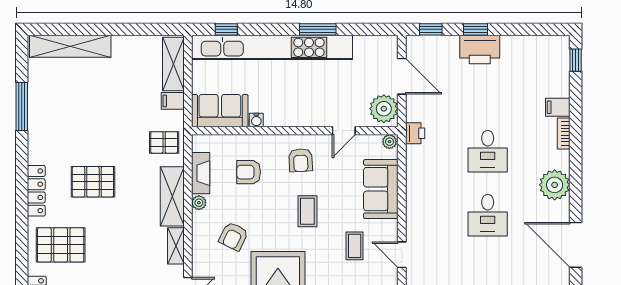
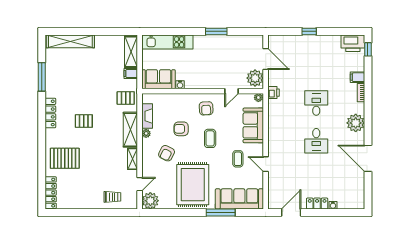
window: (226, 29) -> (162, 31), removed
window: (431, 29) -> (283, 31), removed
kitchen unit: (272, 47) -> (167, 42), width x0.54
printer: (480, 49) -> (353, 43), moved
desk: (488, 151) -> (316, 103), turned 180
armchair: (249, 172) -> (181, 129), moved
pallet: (93, 182) -> (84, 121), width x0.67, depth x0.71
locker: (36, 191) -> (50, 113), moved

